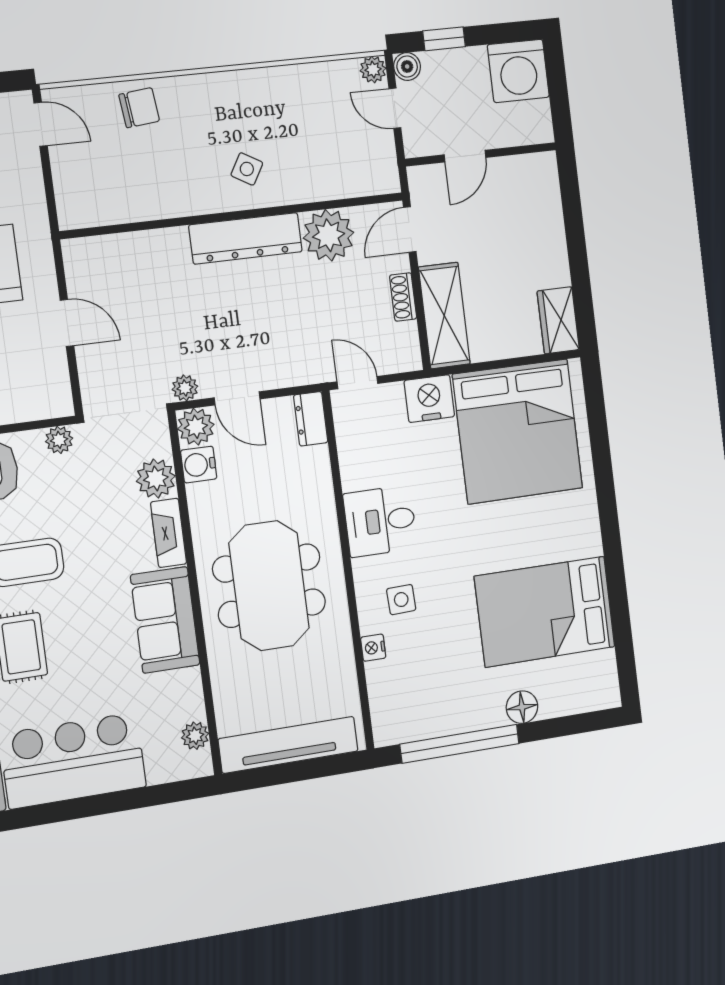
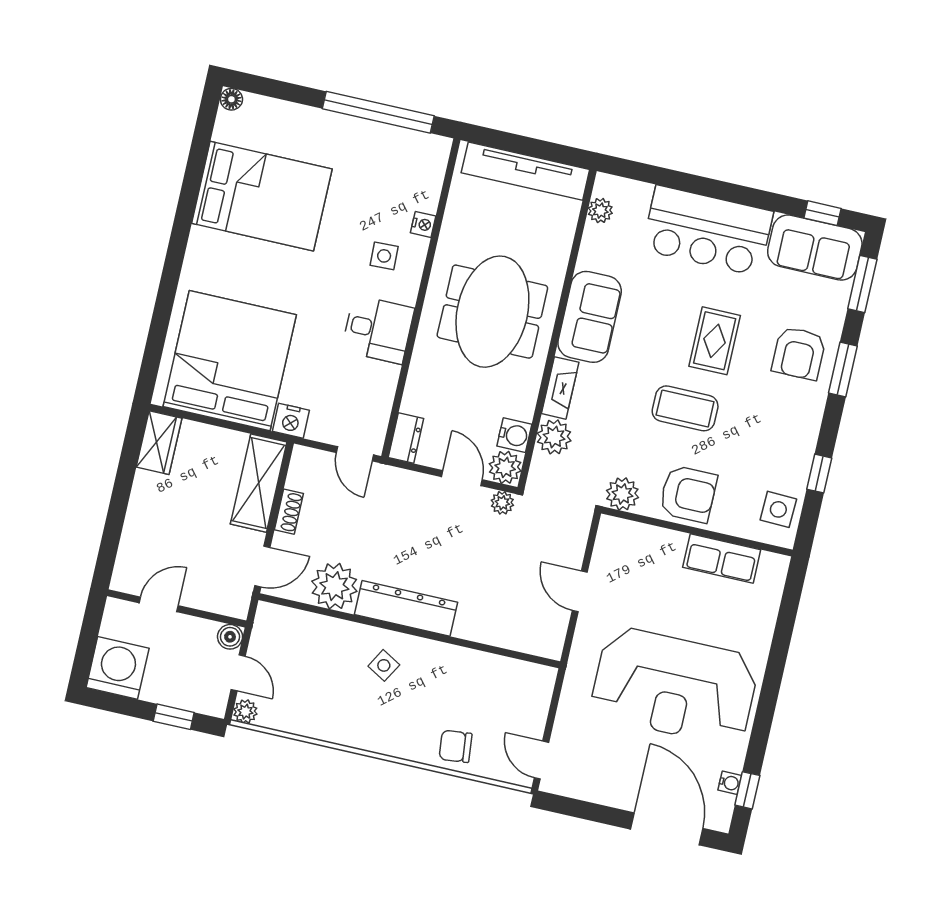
boiler: (407, 66) -> (230, 637), moved
door: (465, 156) -> (159, 604), moved
nightstand: (429, 399) -> (291, 421), width x0.74, depth x0.75
plant: (59, 440) -> (622, 494), width x1.38, depth x1.38
floor lamp: (522, 707) -> (231, 99), moved, width x0.73, depth x0.73

